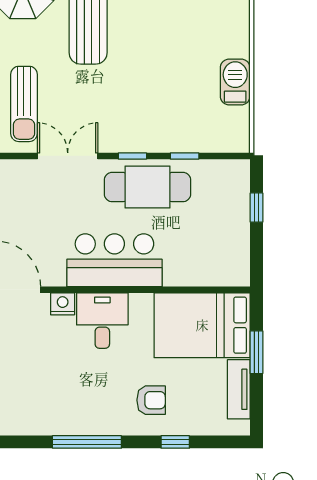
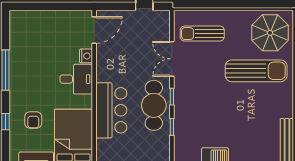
double door: (68, 156) -> (172, 59), swing flipped
bar counter: (114, 260) -> (111, 110), moved
armchair: (151, 400) -> (33, 120), moved

